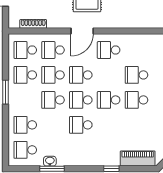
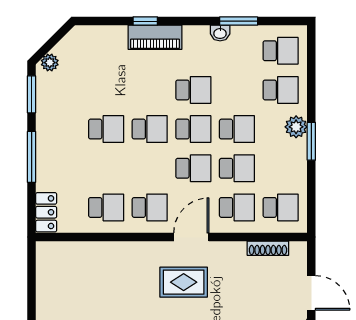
school desk: (25, 75) -> (281, 168), removed
school desk: (136, 75) -> (106, 207), moved
plant: (15, 101) -> (296, 127), added
piano: (138, 158) -> (155, 37), moved
washbasin: (50, 161) -> (220, 33), moved

